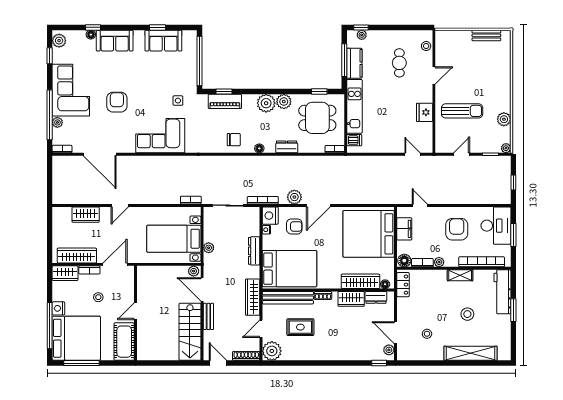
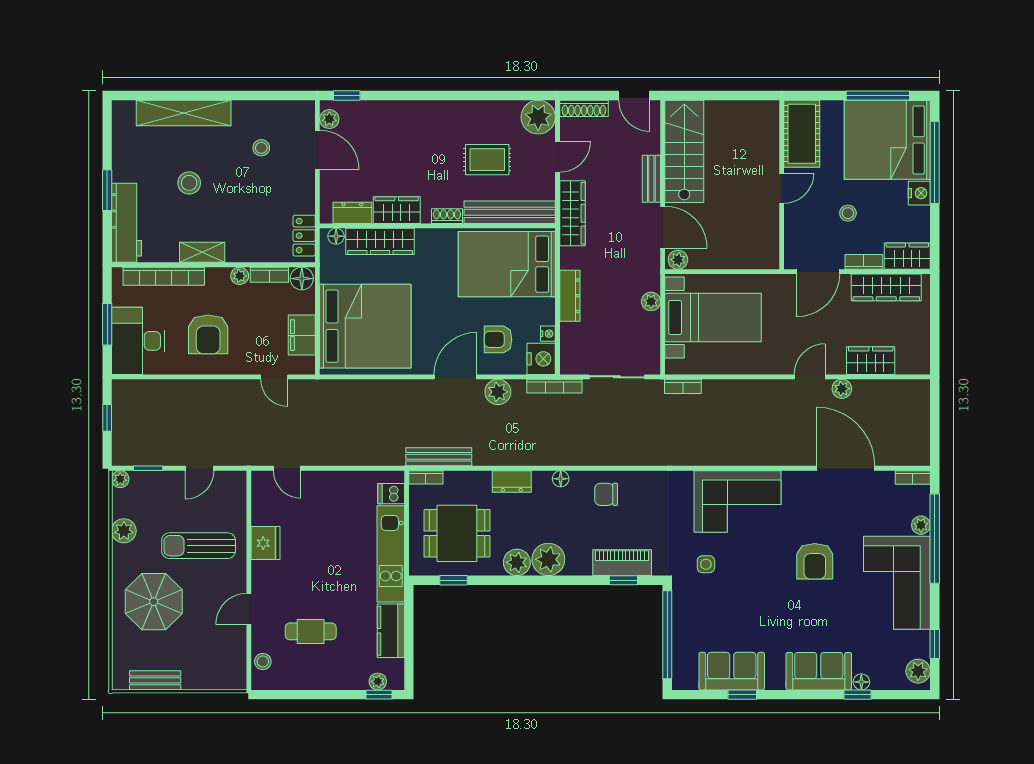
window: (344, 60) -> (409, 636), removed
cafe table: (399, 63) -> (311, 631), turned 90
parasol: (487, 80) -> (154, 602), added
bench: (328, 161) -> (439, 457), added
plant: (102, 199) -> (842, 389), added

